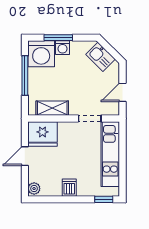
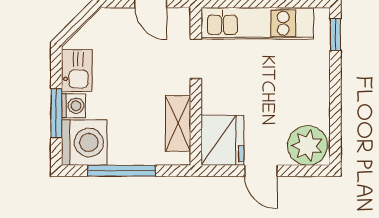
kitchen sink: (100, 57) -> (77, 71), moved, turned -45
dishwasher: (69, 188) -> (315, 94), removed
plant: (34, 189) -> (307, 146), width x1.87, depth x1.87

